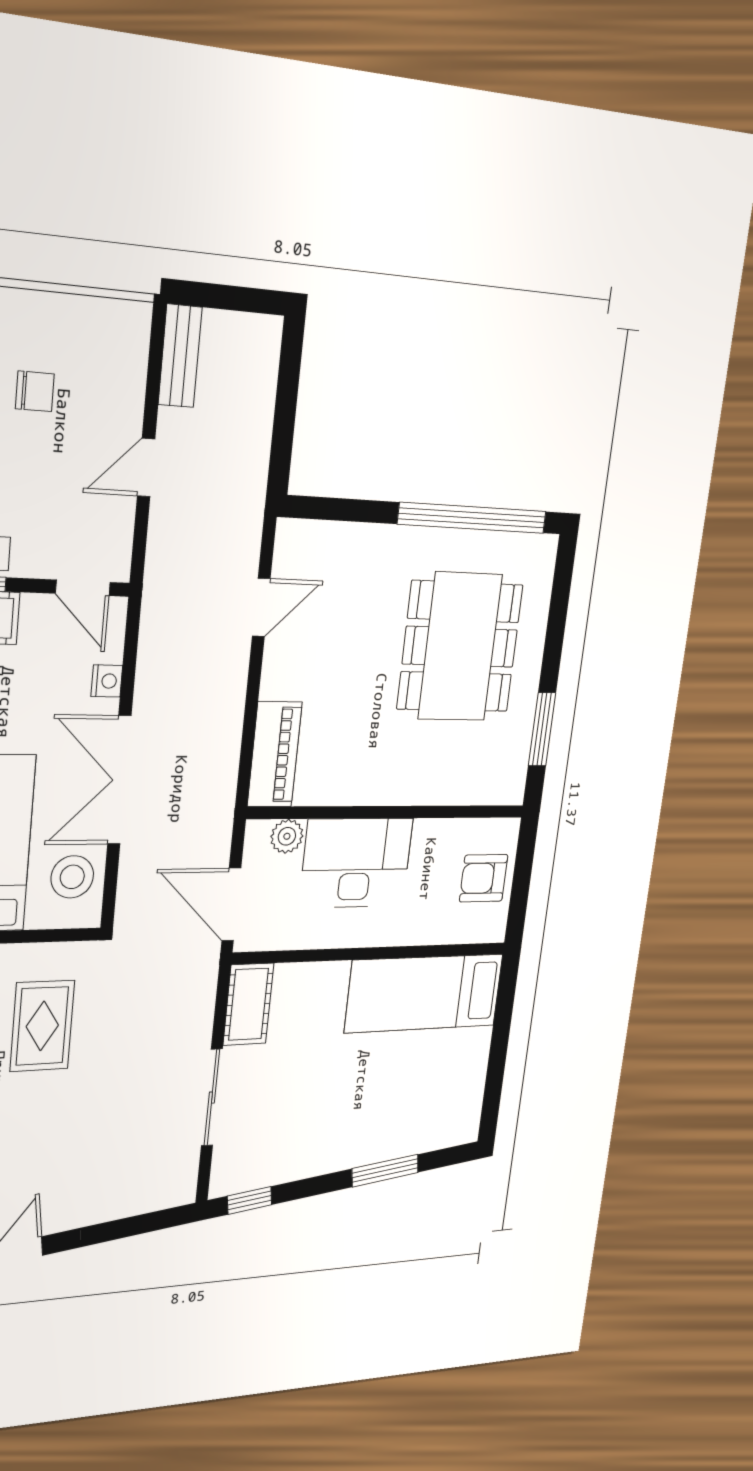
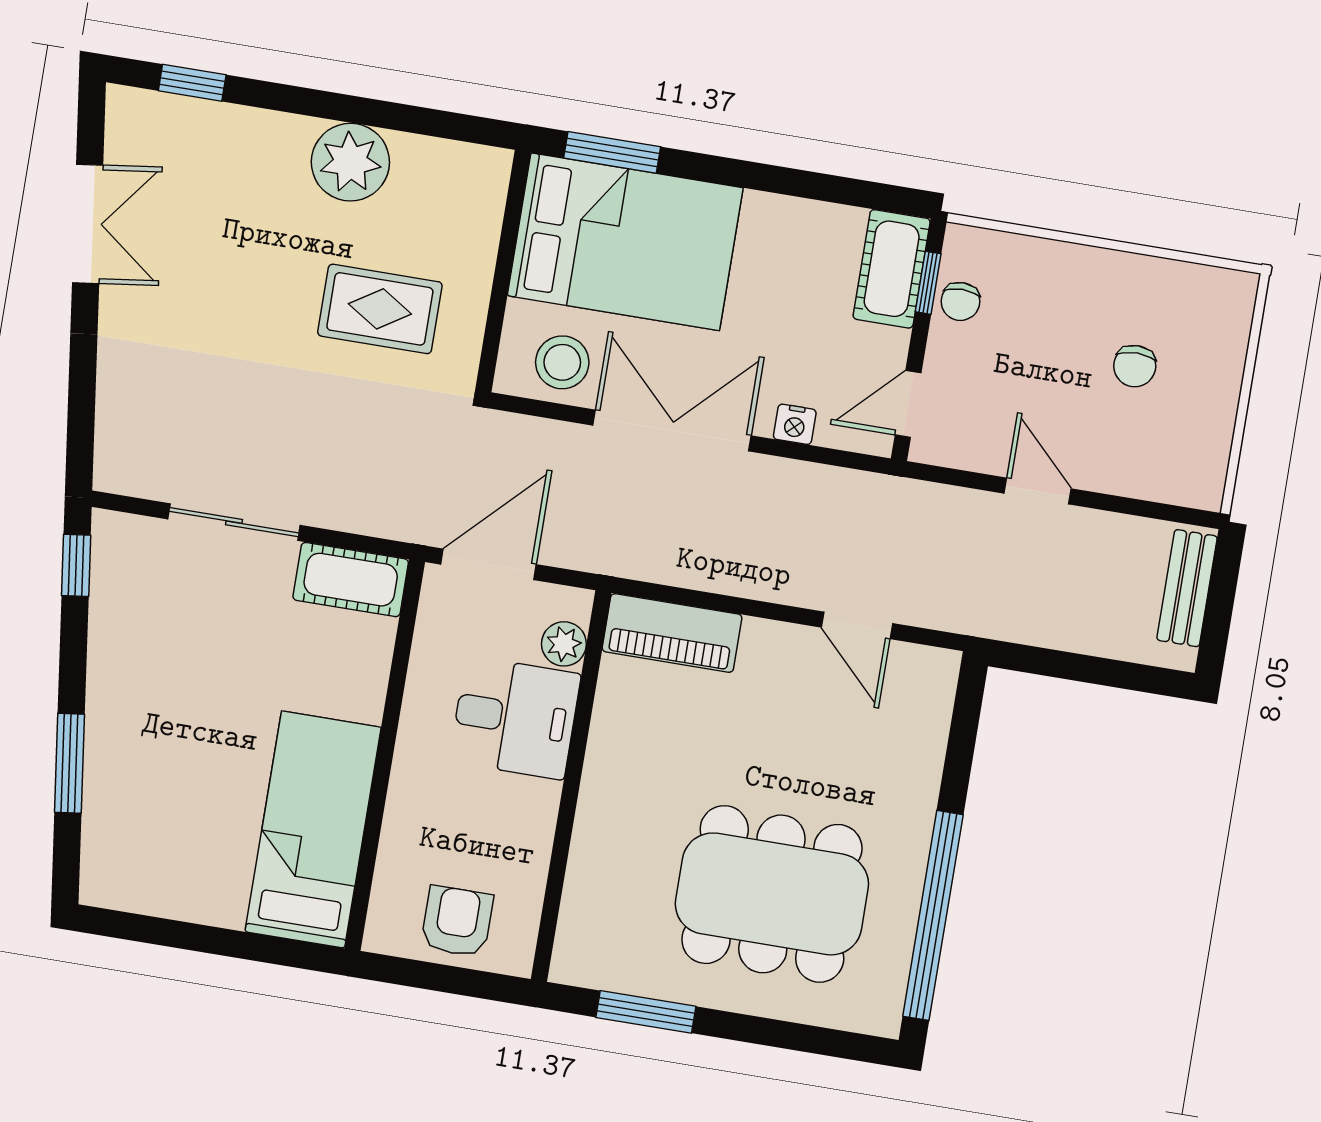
bench: (180, 356) -> (1187, 588), moved, turned 90
desk: (356, 863) -> (515, 718), width x0.73

